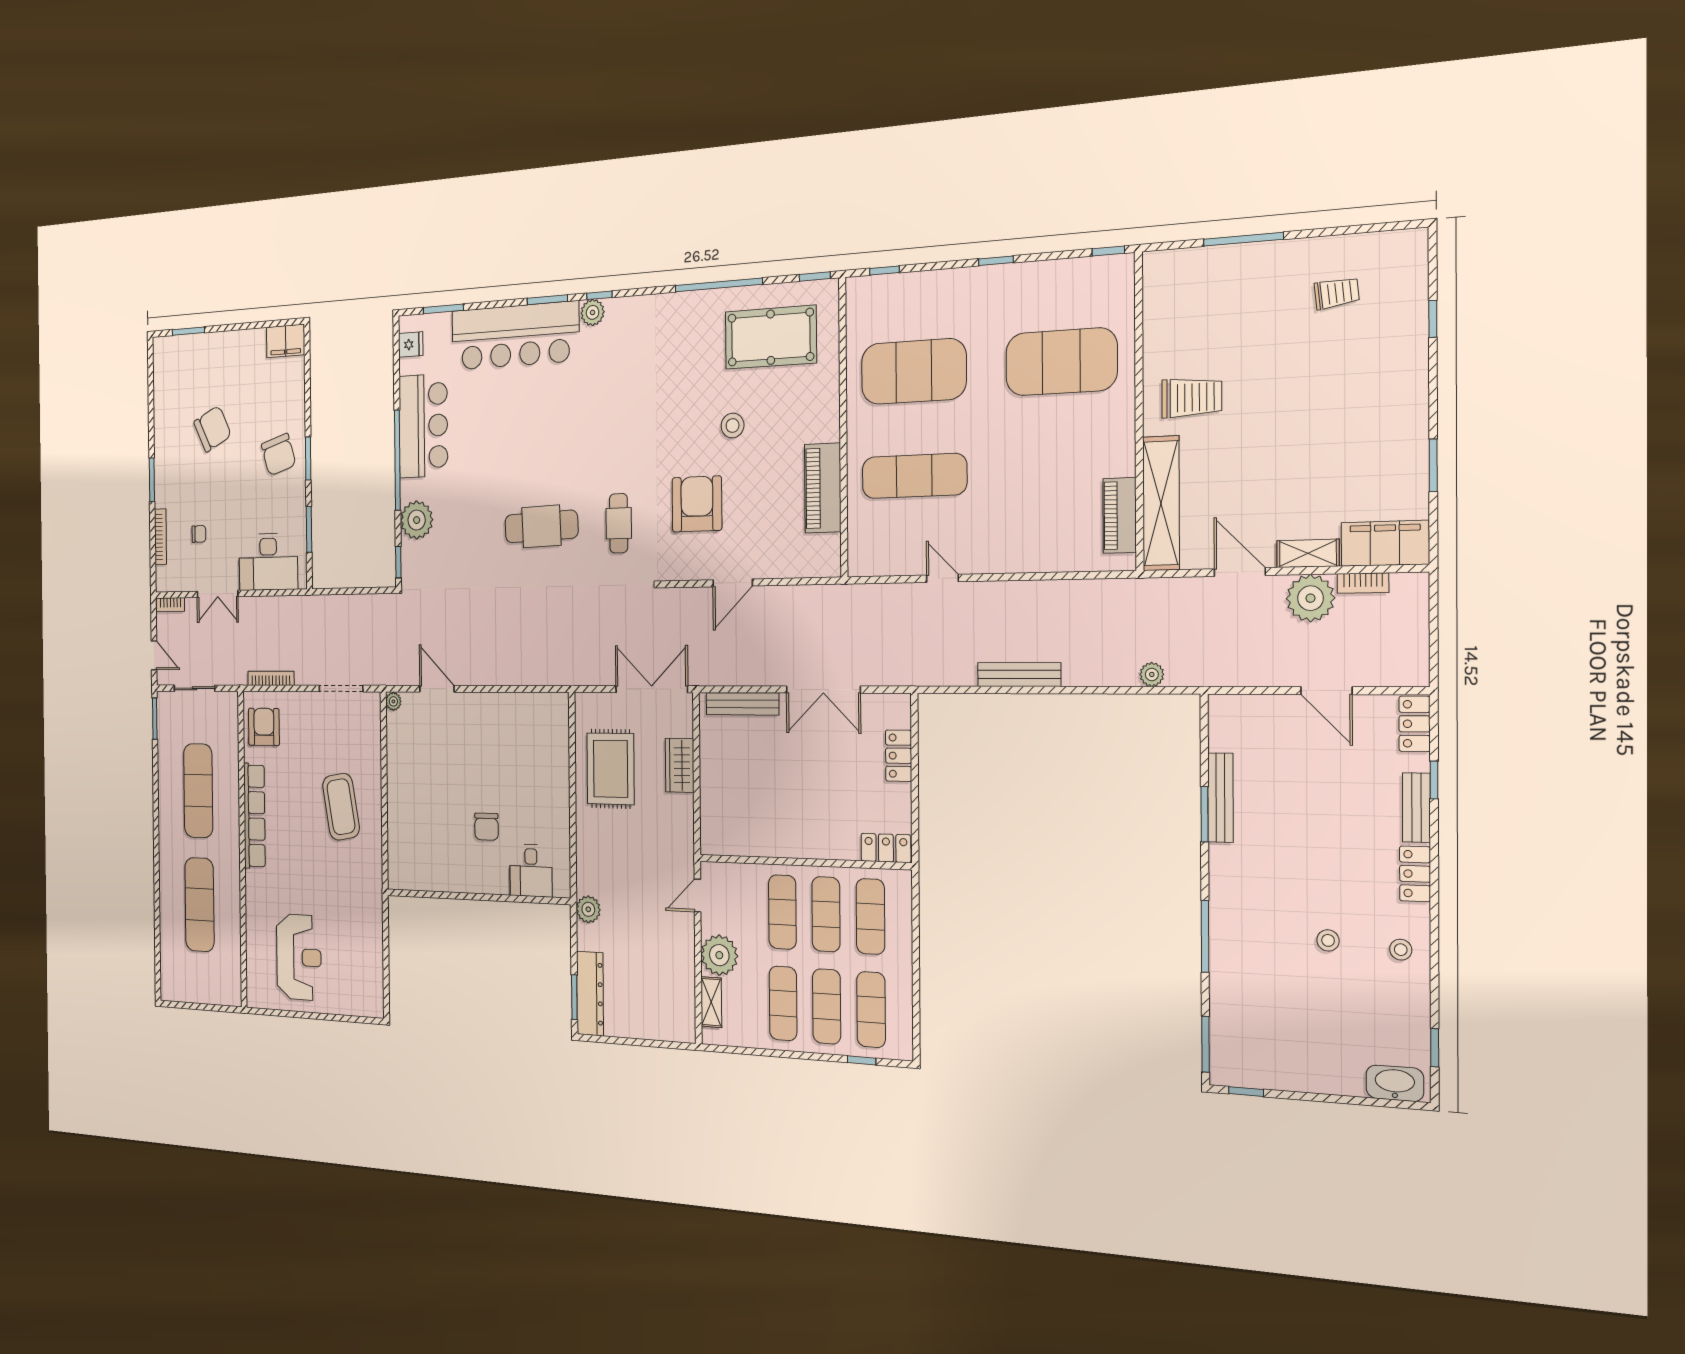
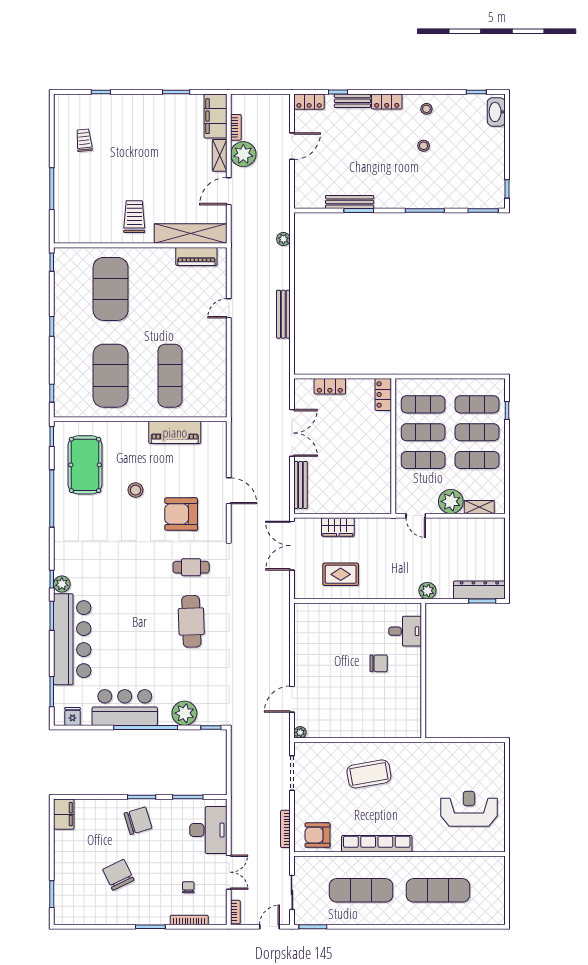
door: (943, 578) -> (229, 308), moved
rug: (611, 769) -> (341, 574), width x0.73, depth x0.70

